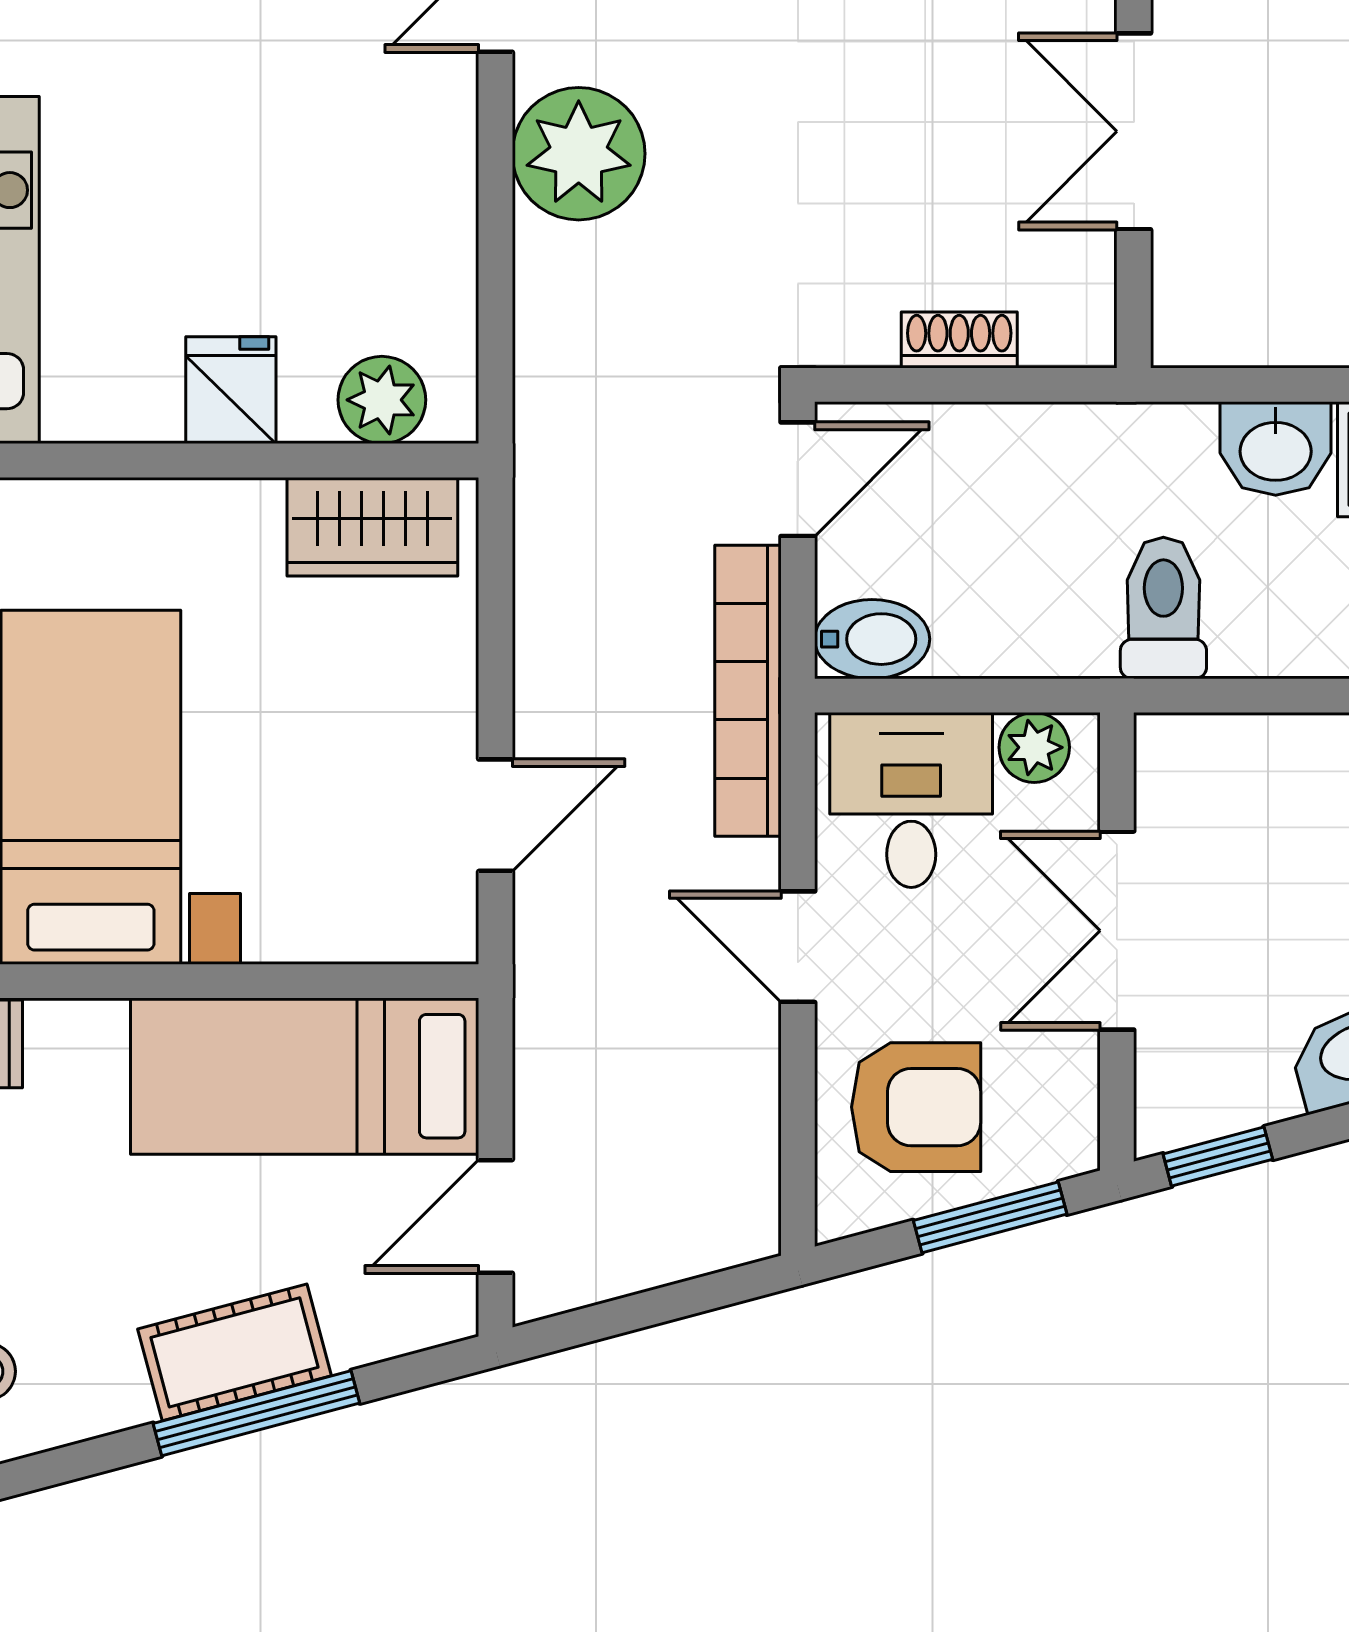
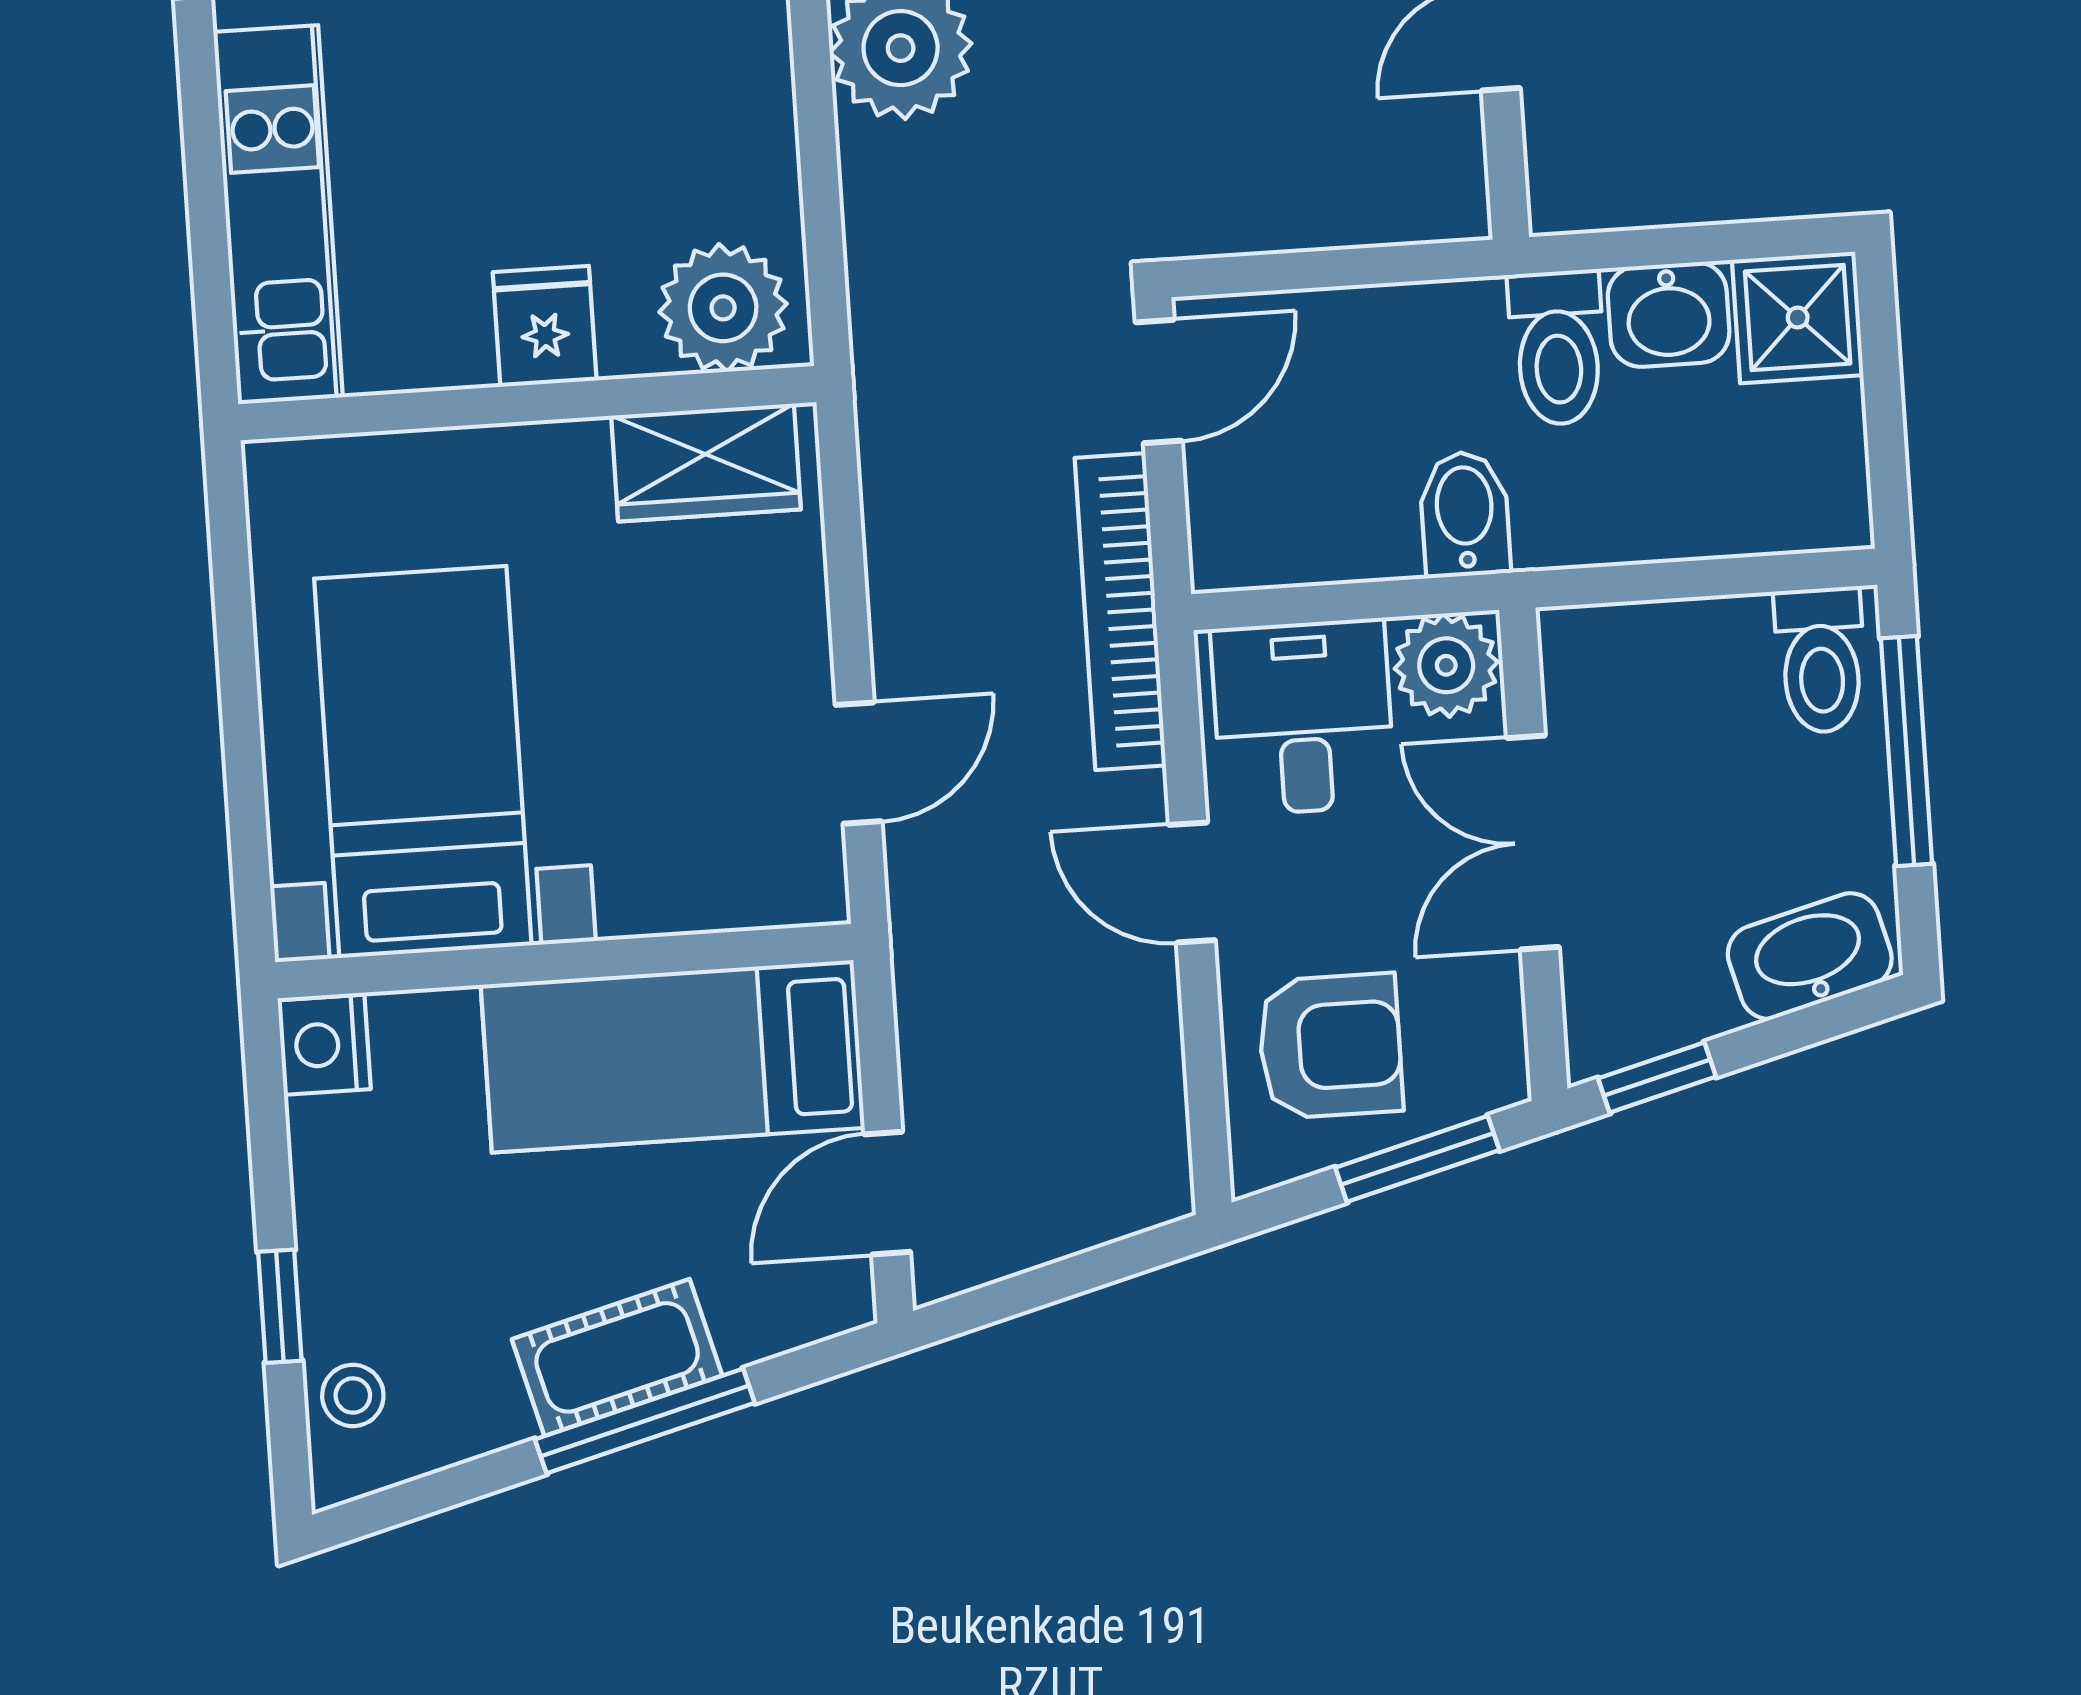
shoe rack: (959, 340) -> (1322, 221), removed
plant: (382, 400) -> (723, 308), width x1.36, depth x1.36
toilet: (1163, 608) -> (1558, 348), moved, turned 180
bidet: (872, 639) -> (1465, 514), moved, turned -90
plant: (1034, 747) -> (1446, 665), width x1.38, depth x1.38

